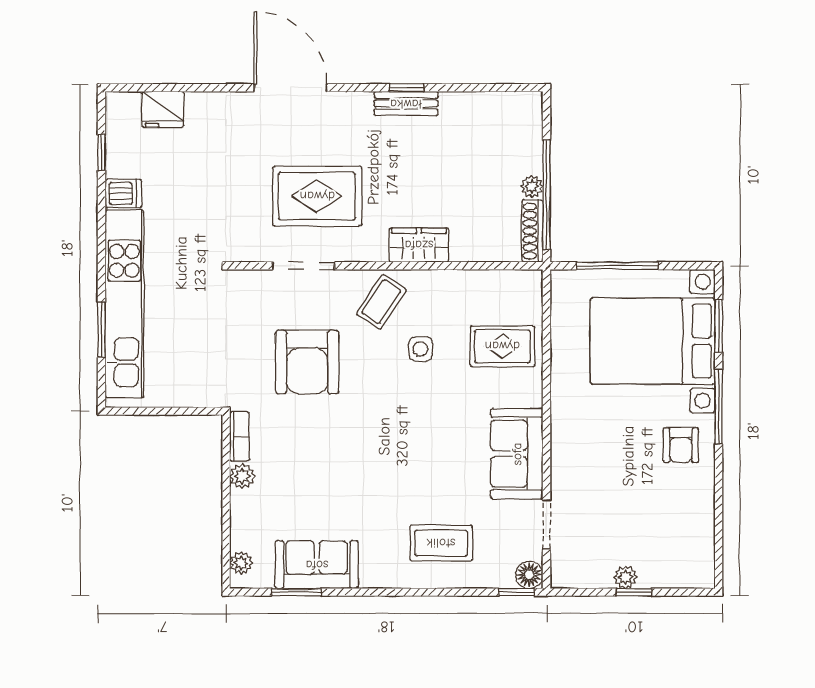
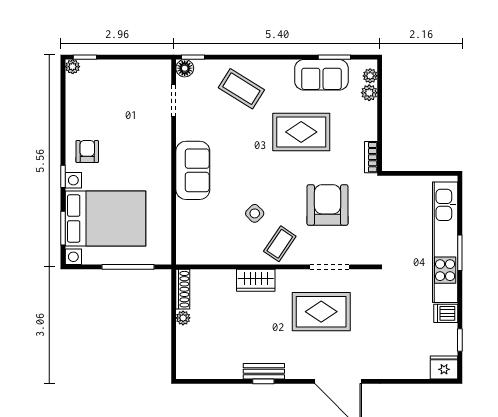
fridge: (163, 109) -> (444, 367), moved
window: (546, 195) -> (174, 313), removed
window: (101, 330) -> (460, 253), moved
rug: (502, 346) -> (301, 132), moved, width x1.36, depth x1.43
side table: (420, 349) -> (255, 213), turned 45
window: (719, 407) -> (63, 176), width x0.46
sofa: (517, 454) -> (193, 170), moved
plant: (242, 476) -> (369, 93), moved
coffee table: (441, 543) -> (241, 89), turned 32
plant: (625, 577) -> (73, 67), moved
window: (634, 592) -> (85, 57), moved

